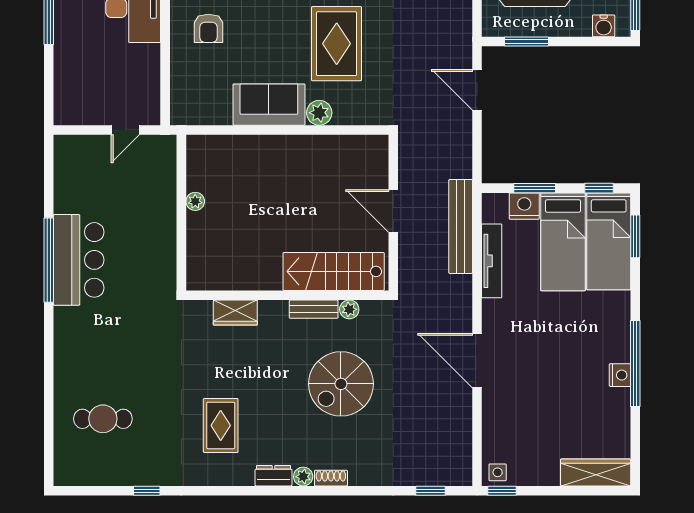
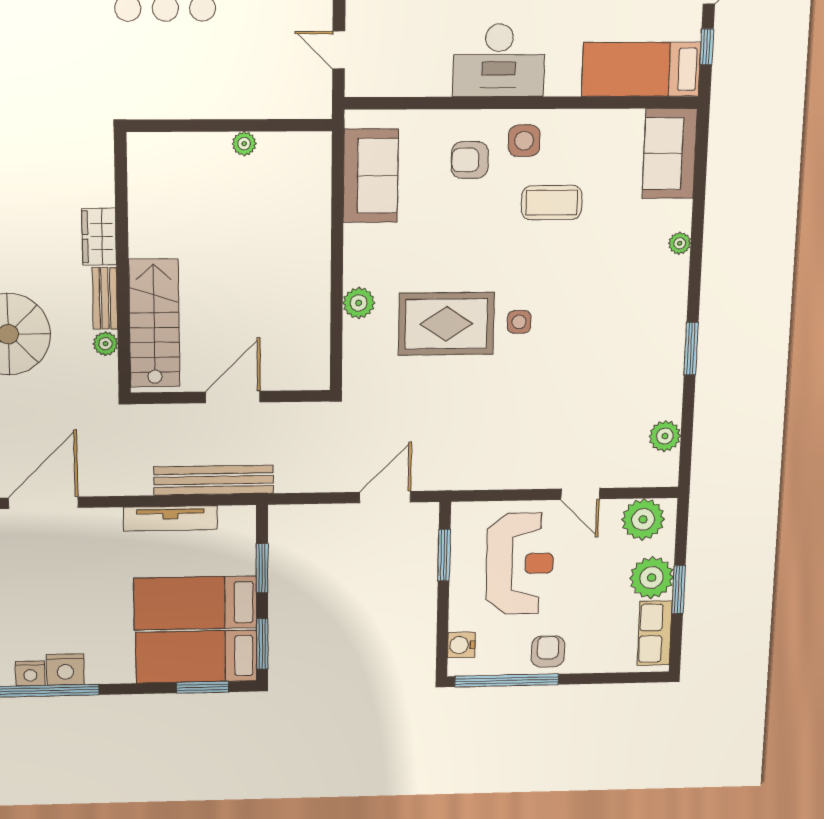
sofa: (269, 105) -> (371, 176), moved
window: (599, 188) -> (262, 644), width x1.50
nightstand: (524, 206) -> (65, 669), moved, turned 90
wardrobe: (235, 313) -> (99, 237), moved

